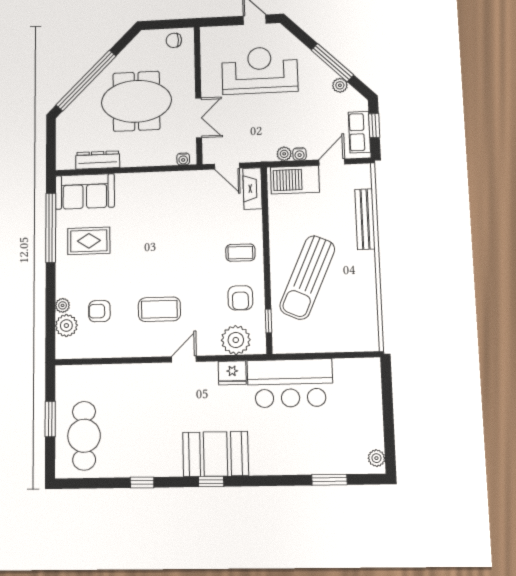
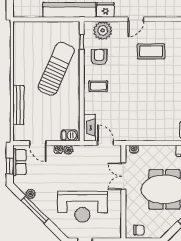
door: (332, 162) -> (38, 143), hinge flipped
barbecue: (295, 180) -> (69, 135), width x0.53, depth x0.65

